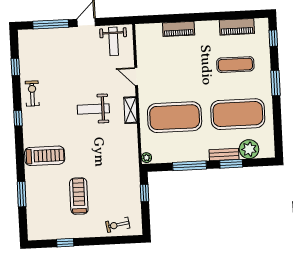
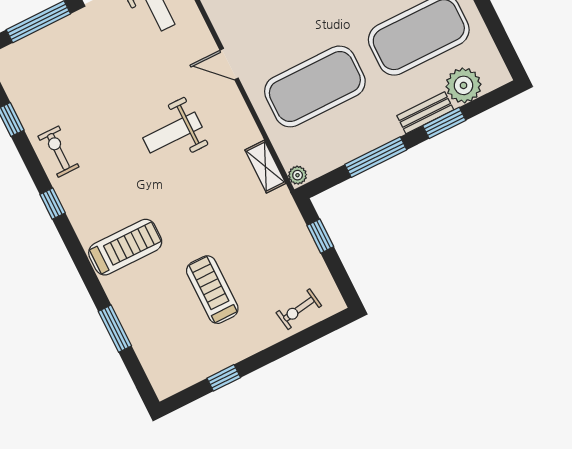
door: (136, 76) -> (229, 64), moved
shelving: (130, 110) -> (265, 167), moved

